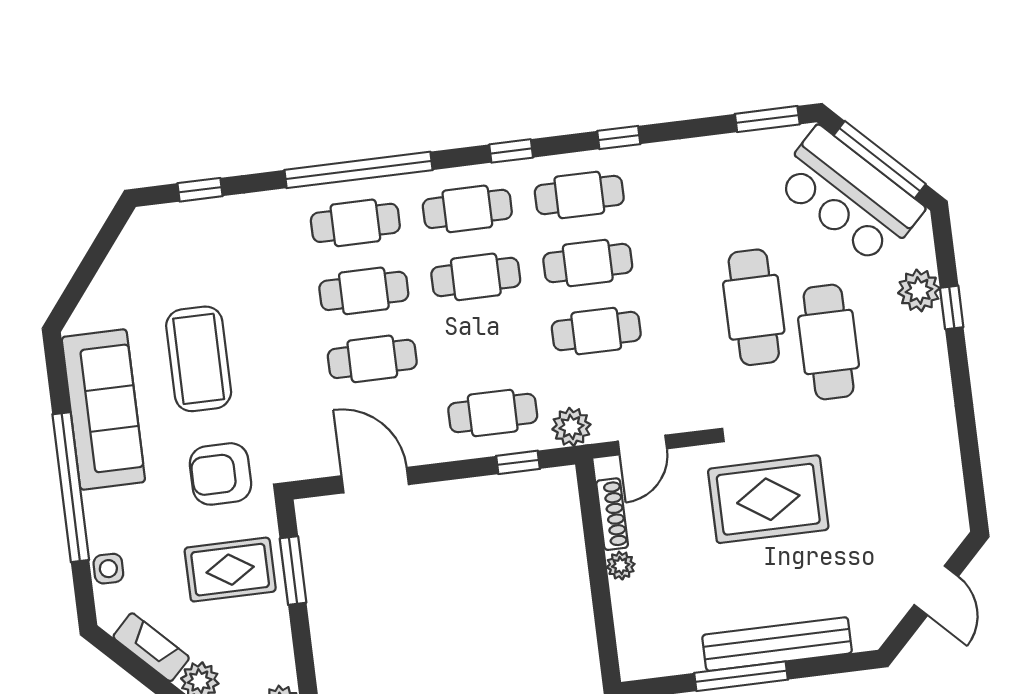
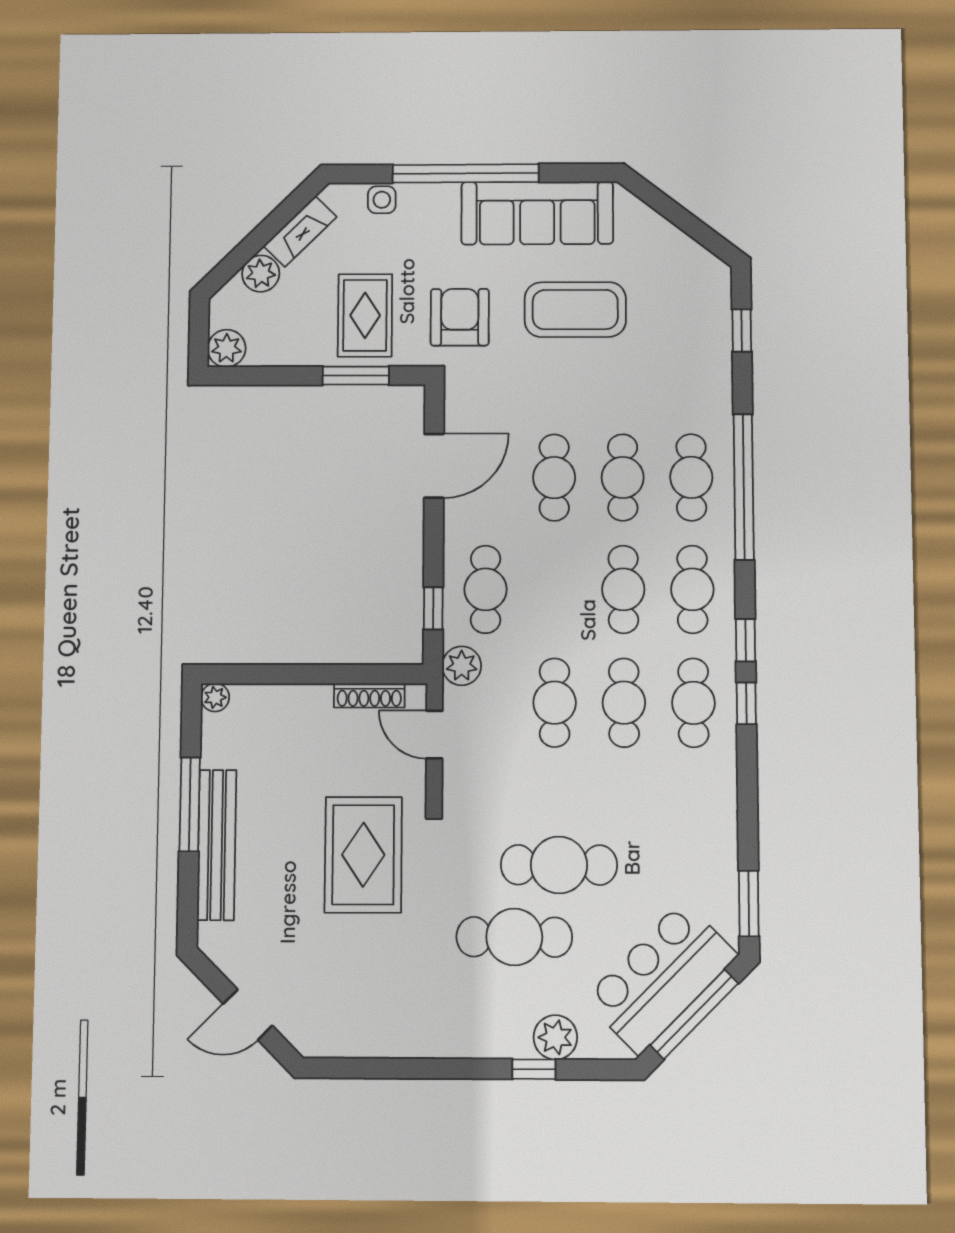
window: (619, 138) -> (746, 703), moved
plant: (621, 566) -> (215, 697), moved

